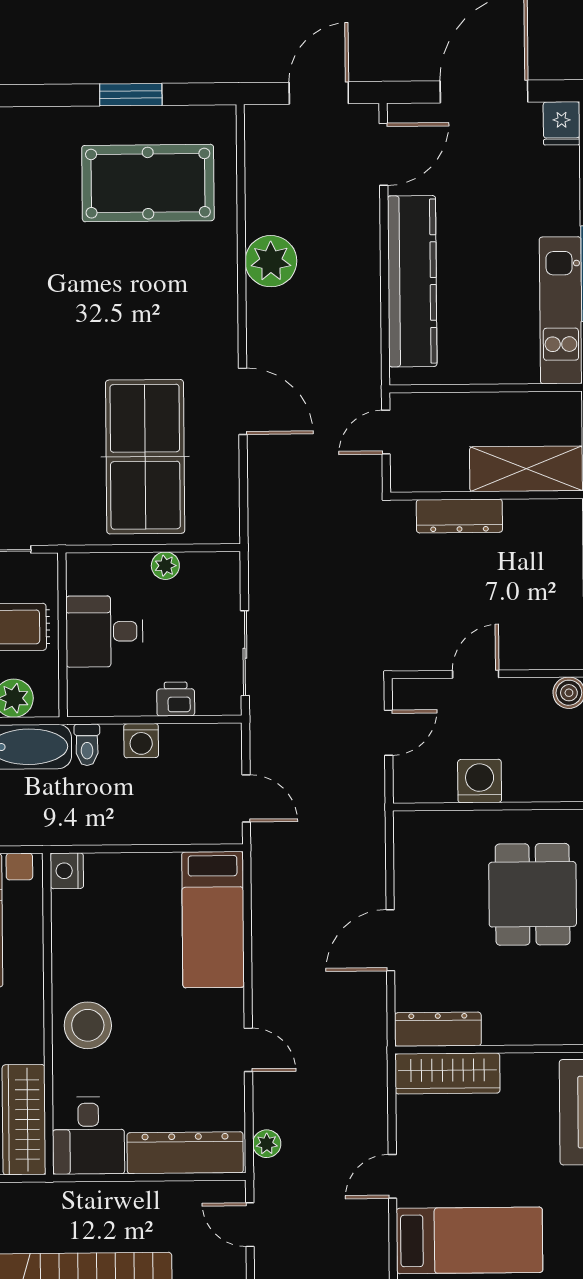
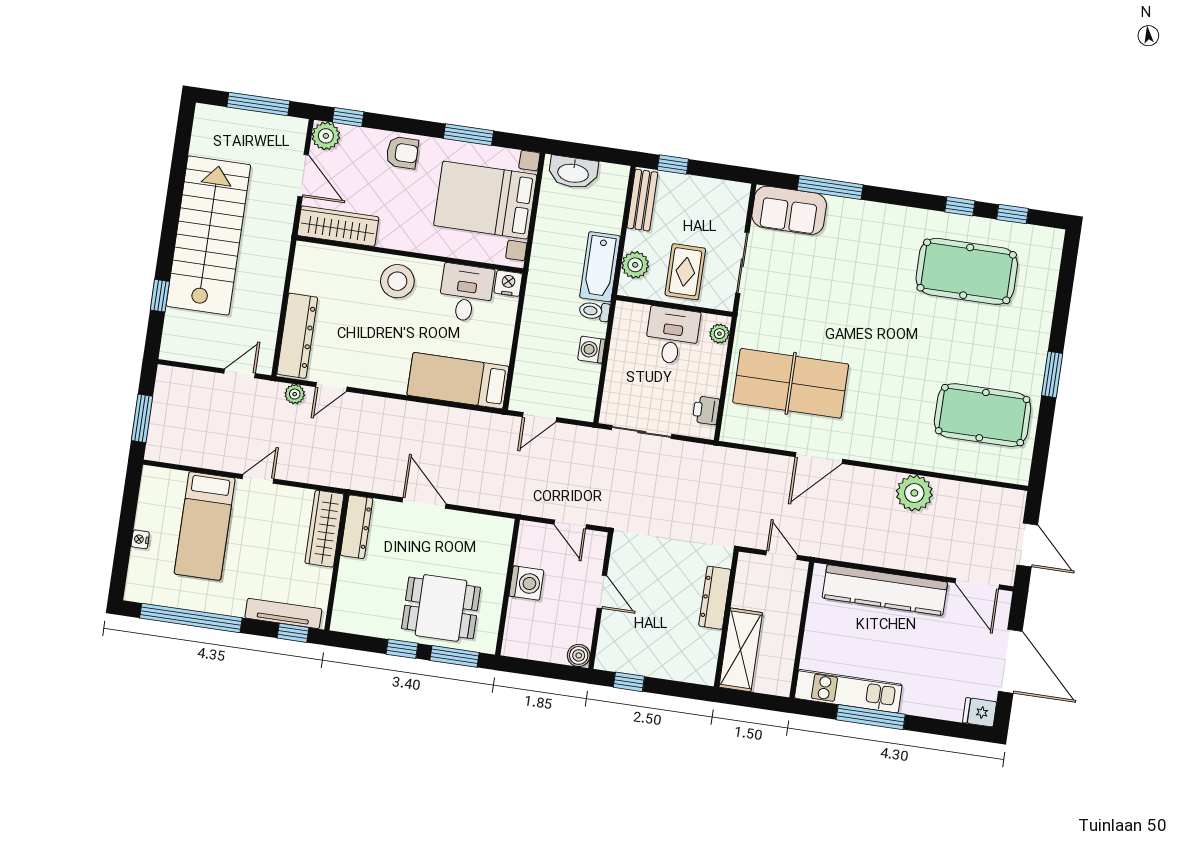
window: (131, 95) -> (1052, 375), moved
pool table: (148, 183) -> (983, 415), turned 90
plant: (165, 566) -> (719, 334), moved
printer: (176, 699) -> (706, 410), moved, turned 180
door: (248, 1050) -> (331, 387), moved
desk: (88, 1136) -> (466, 293), moved, turned 90
door: (392, 1176) -> (258, 479), hinge flipped

